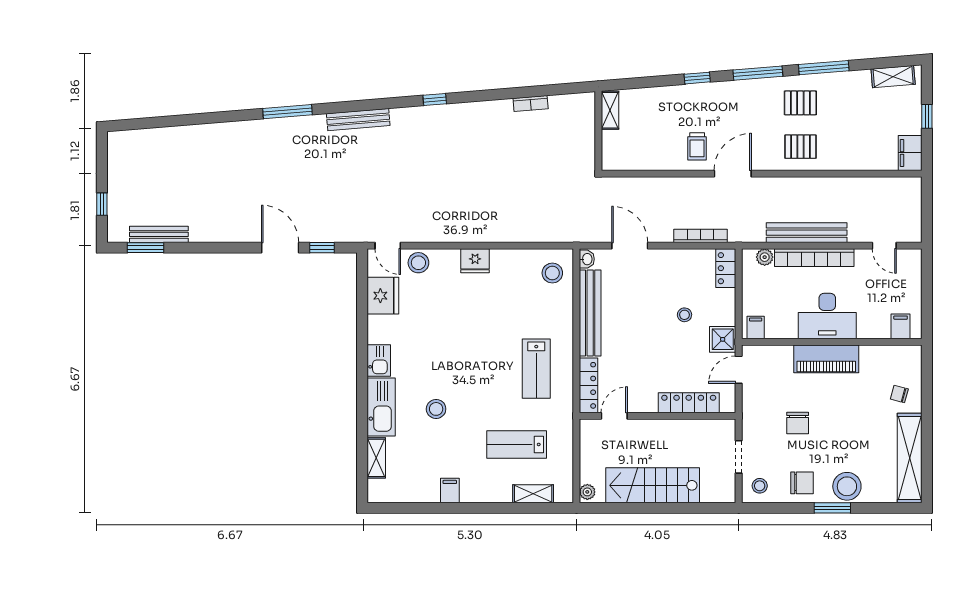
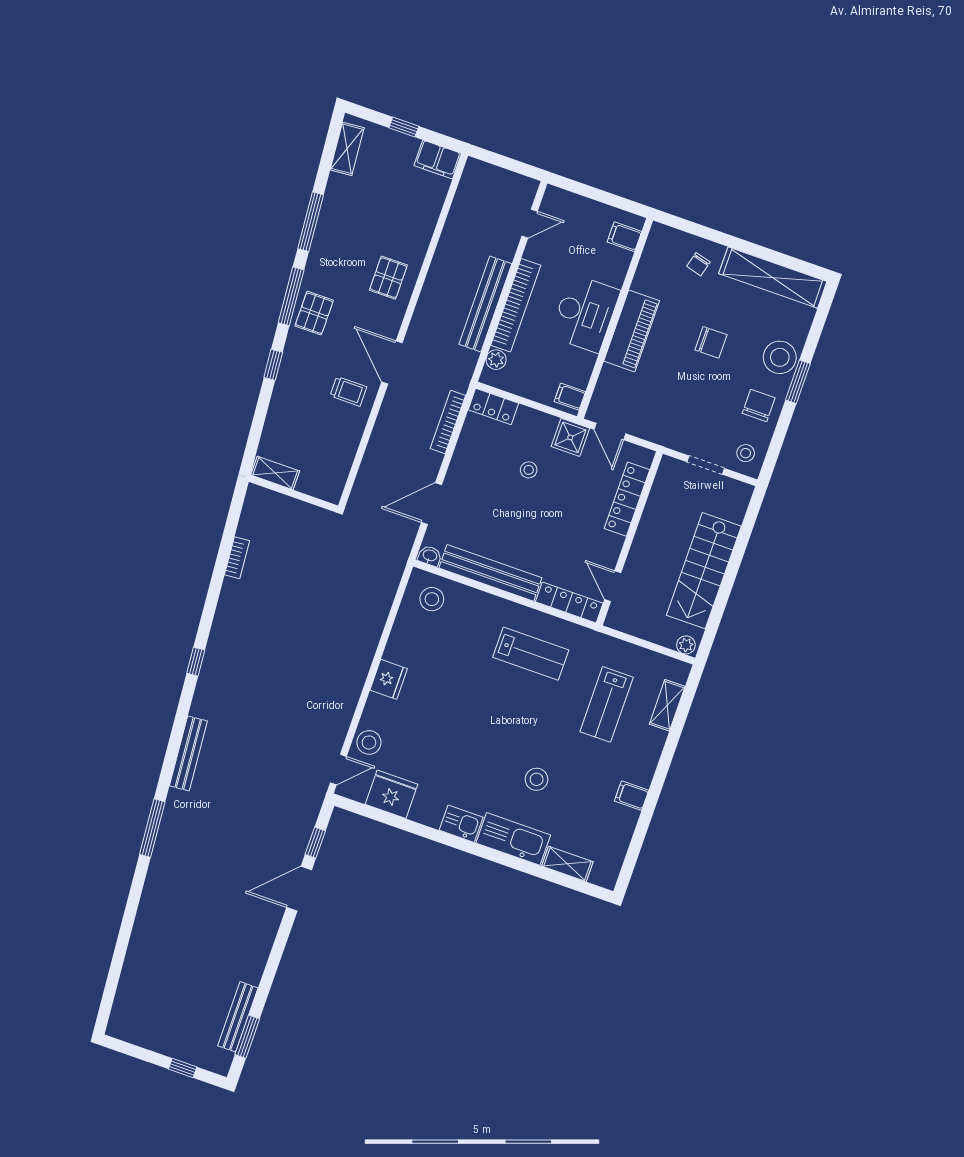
pallet: (800, 103) -> (314, 313), moved
chair: (798, 423) -> (711, 342), moved

